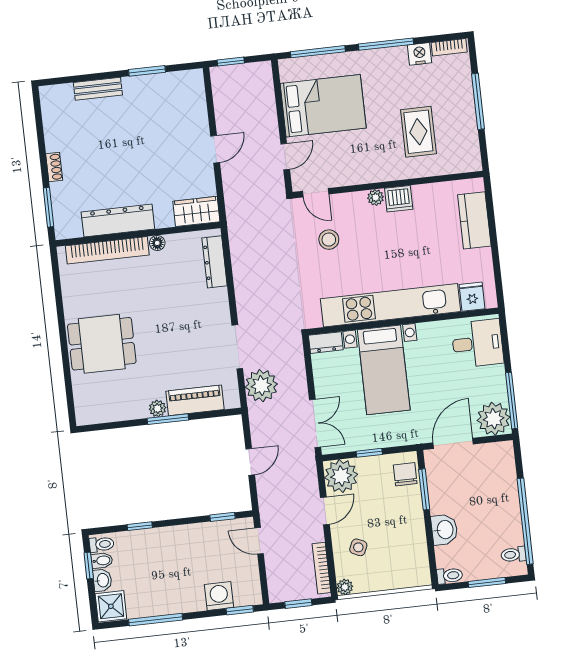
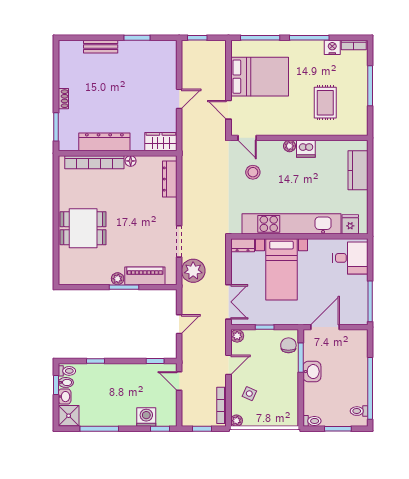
door: (285, 157) -> (228, 110), swing flipped
plant: (494, 419) -> (356, 313), removed
plant: (341, 476) -> (237, 336), width x0.53, depth x0.53
washbasin: (444, 530) -> (312, 372), moved

